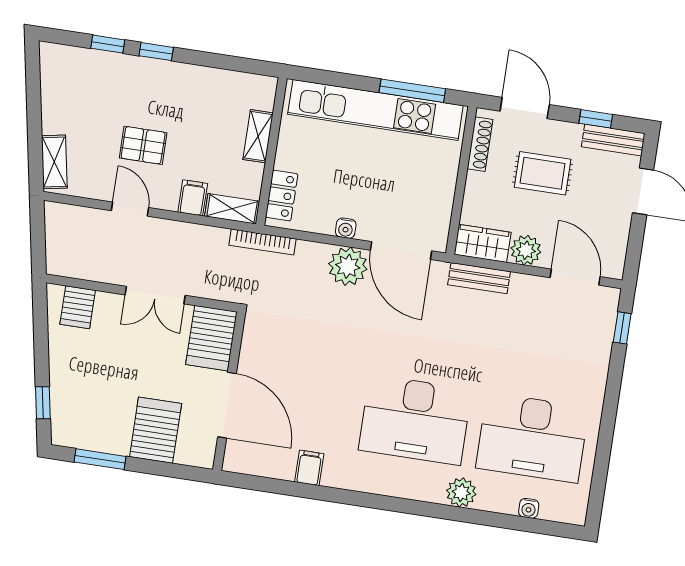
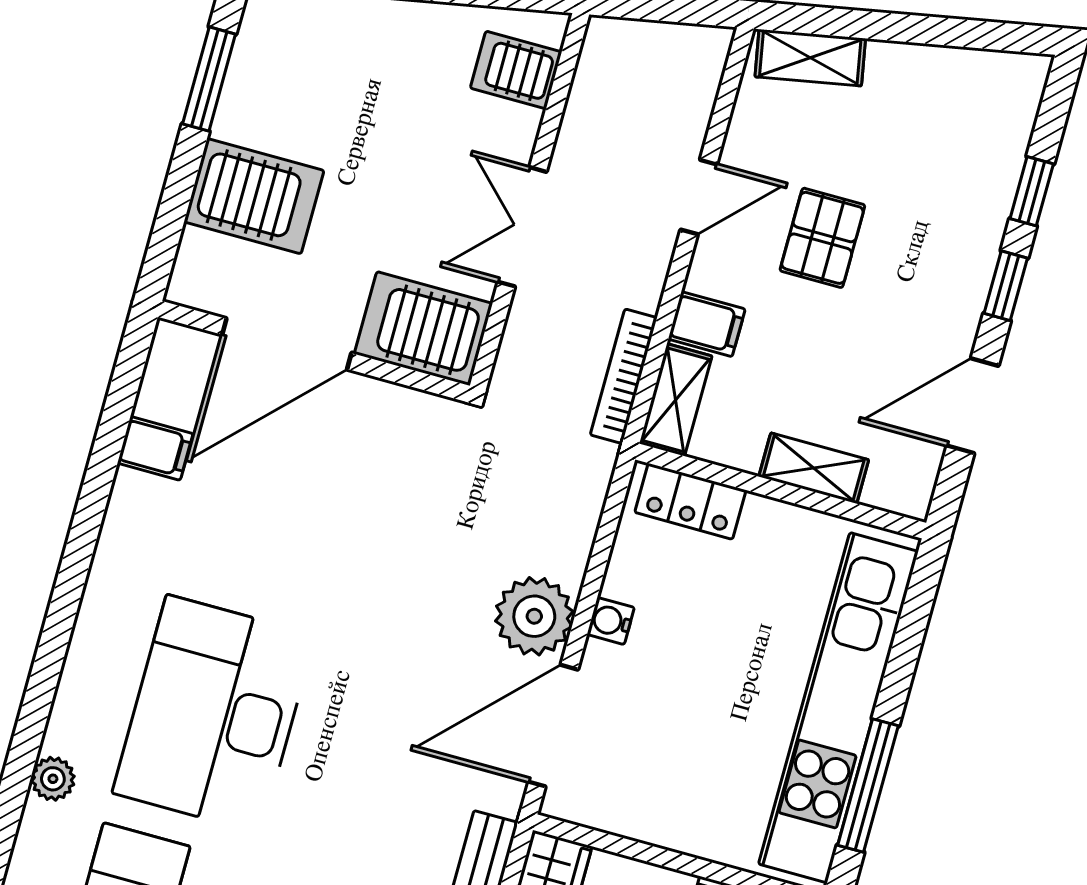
door: (218, 61) -> (973, 406), added
bookcase: (263, 242) -> (624, 376), moved
filing cabinet: (309, 468) -> (155, 448), moved
plant: (461, 492) -> (53, 779), width x0.73, depth x0.73

